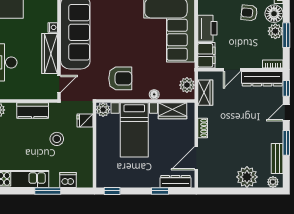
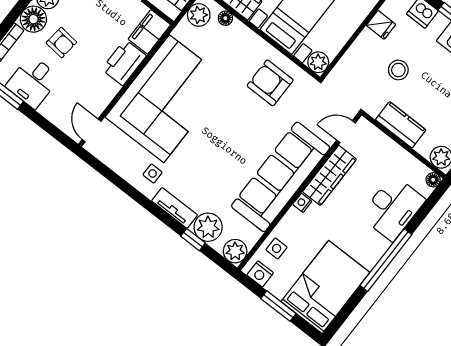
floor lamp: (154, 94) -> (225, 18), moved
fridge: (85, 121) -> (381, 25), moved

